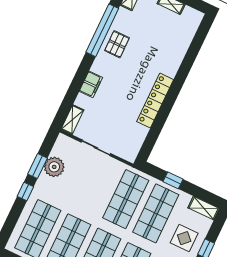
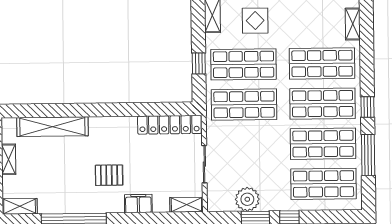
pallet: (117, 44) -> (109, 175), moved
shelving: (179, 49) -> (52, 127), added
locker: (155, 101) -> (169, 125), moved

